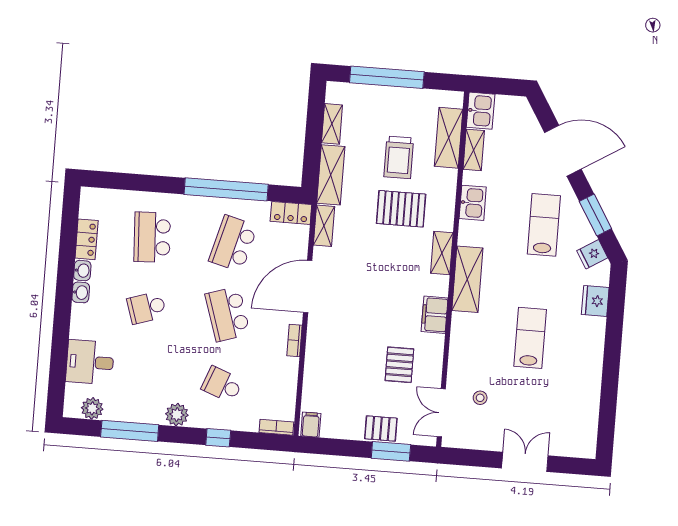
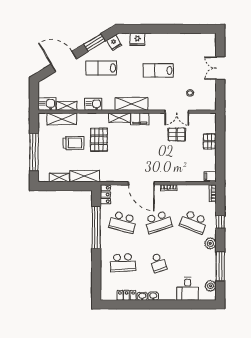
door: (563, 151) -> (64, 61), hinge flipped
shelving: (324, 226) -> (110, 177), removed
filing cabinet: (435, 315) -> (140, 119), moved
school desk: (222, 385) -> (194, 222), width x1.85
double door: (441, 413) -> (177, 112), moved
window: (391, 451) -> (220, 135), removed

